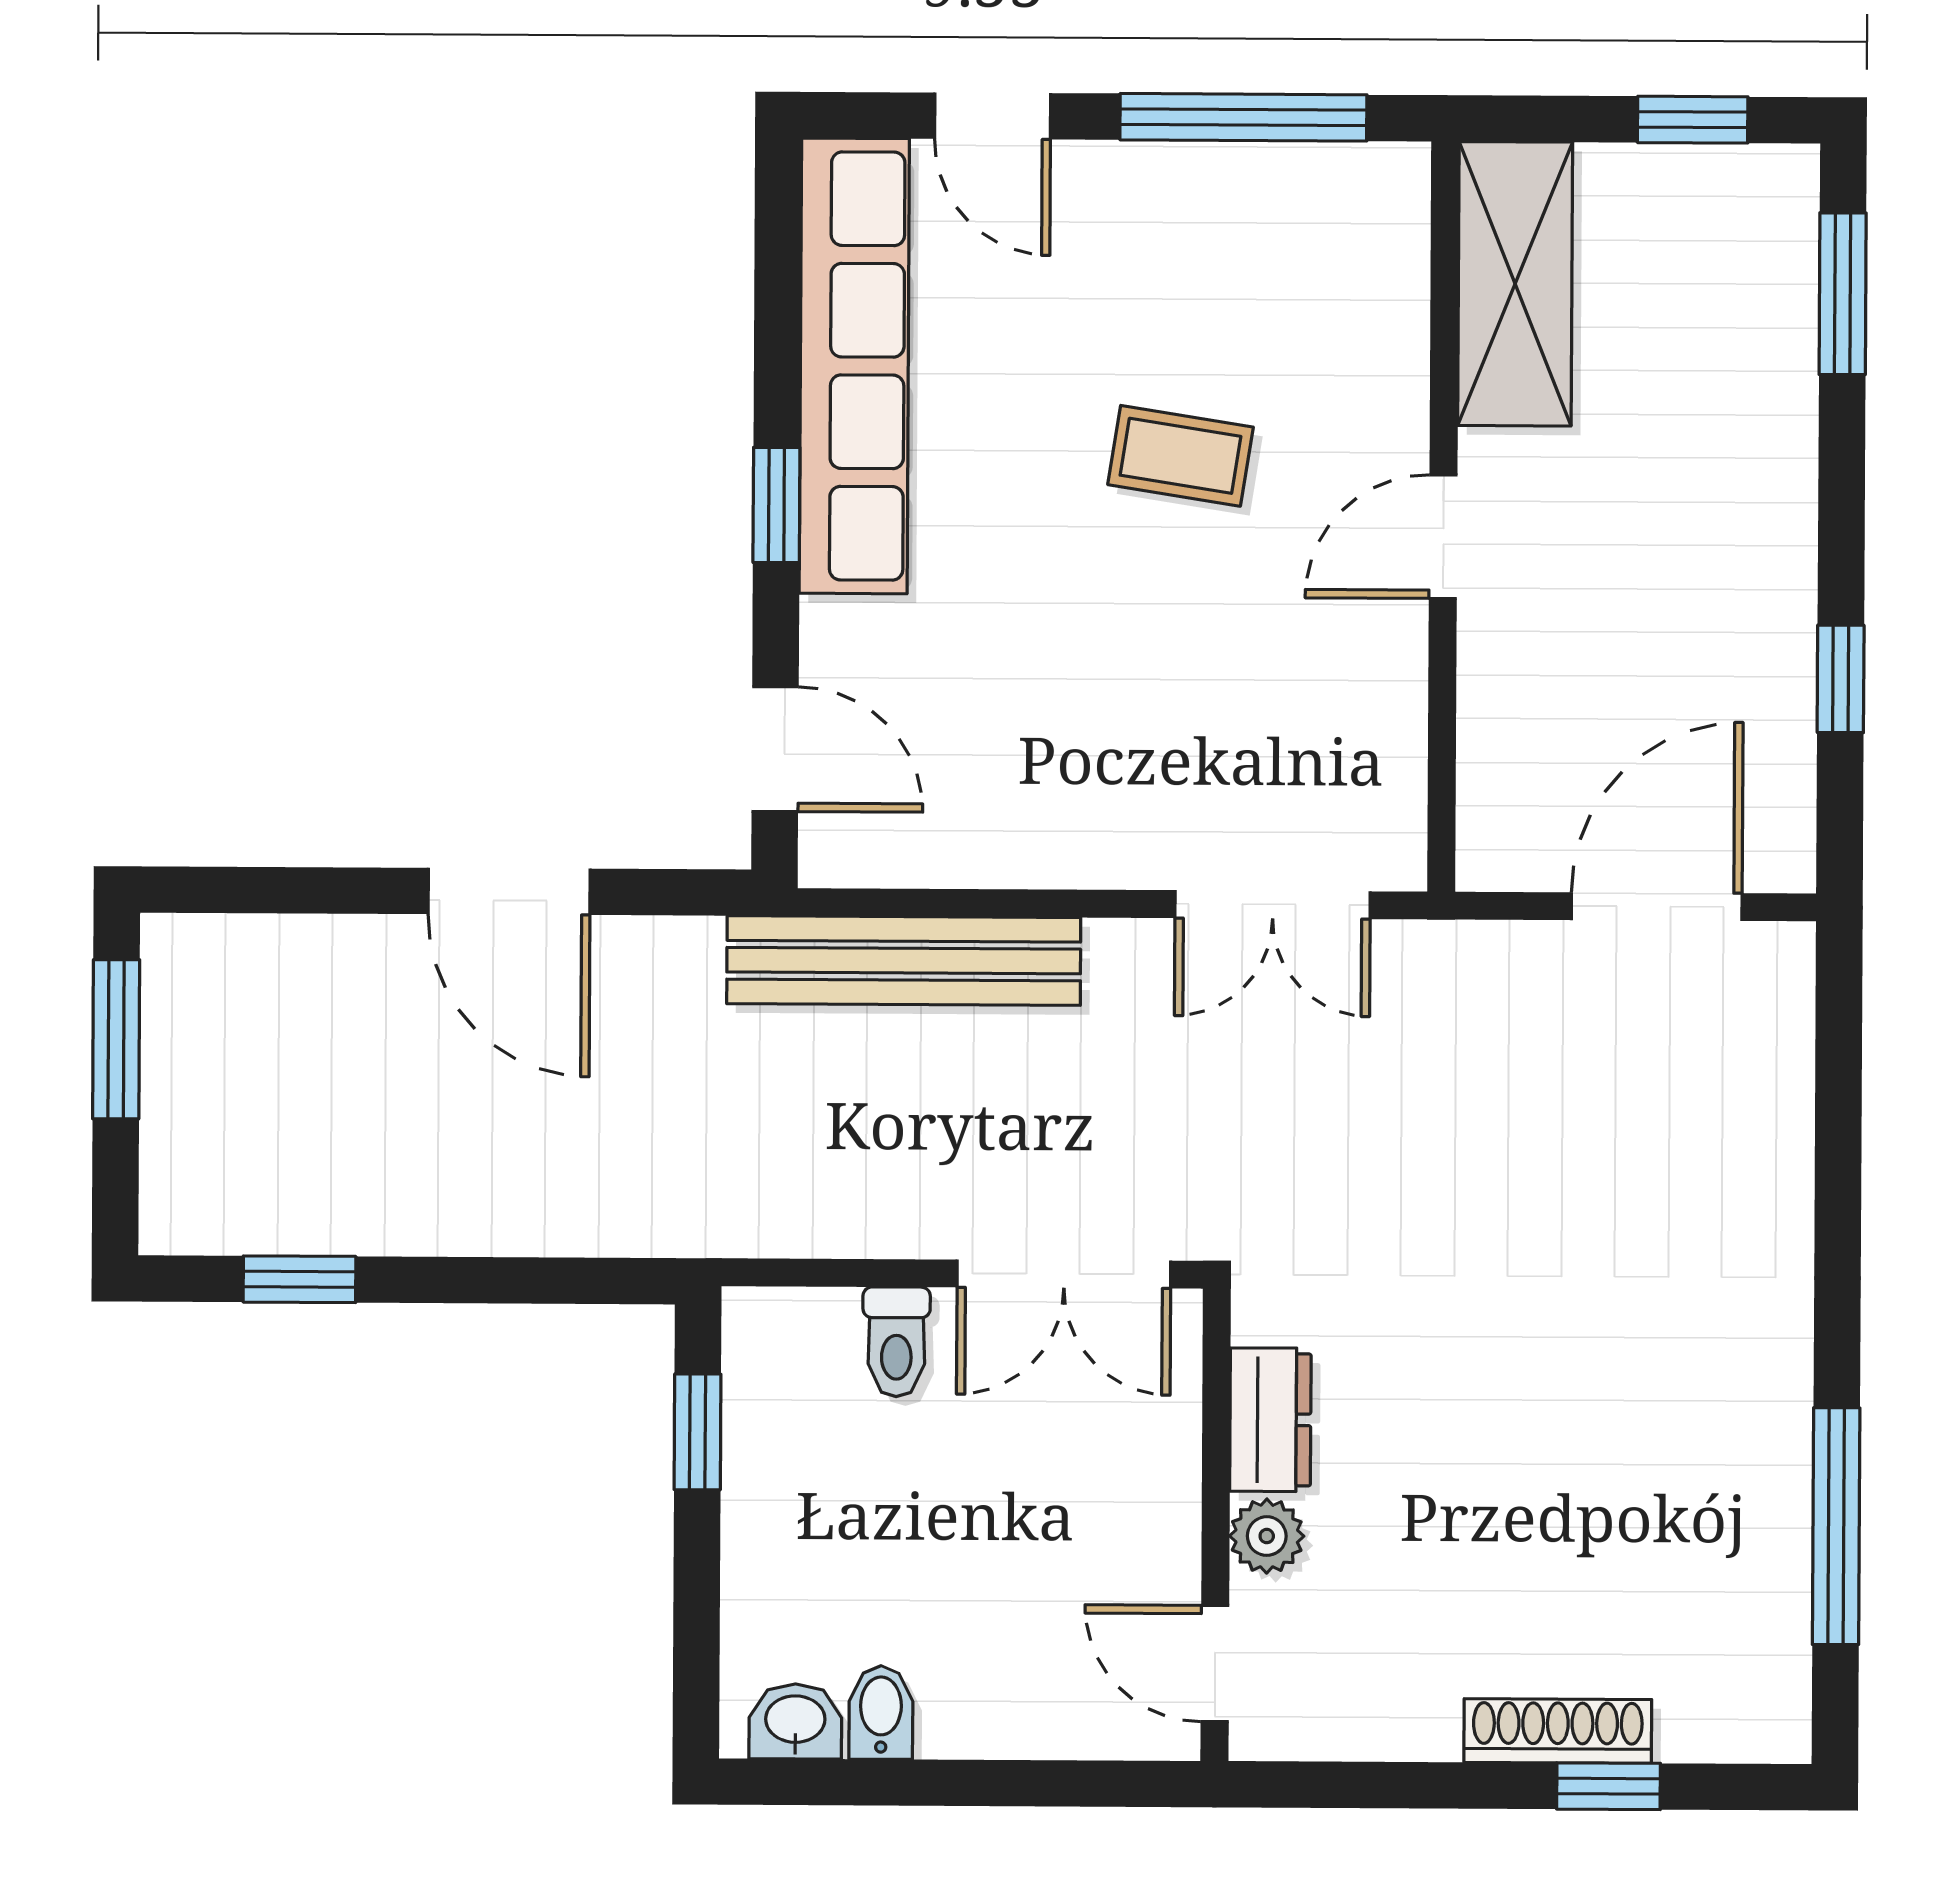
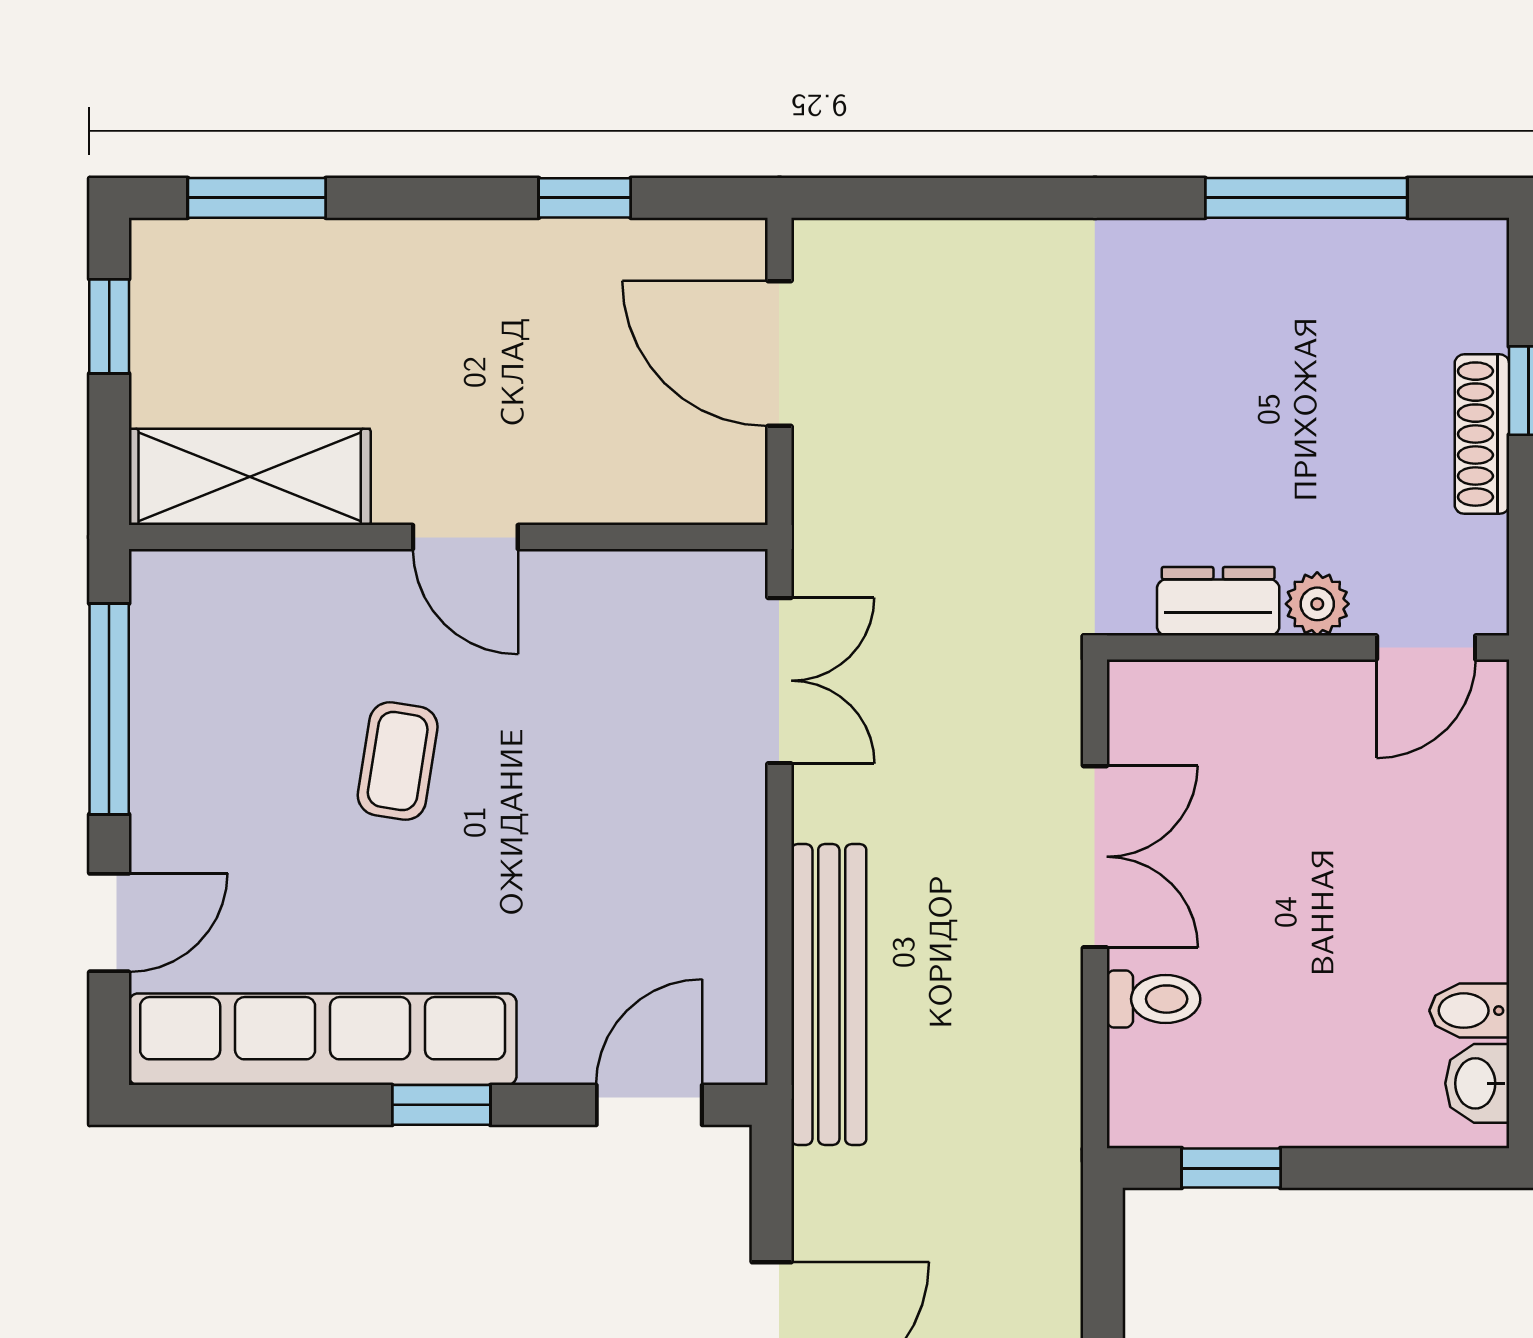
dresser: (1270, 1420) -> (1218, 601), moved
wall: (1216, 1525) -> (1308, 647), moved
plant: (1267, 1536) -> (1317, 604), moved
door: (1215, 1664) -> (1426, 647), moved

